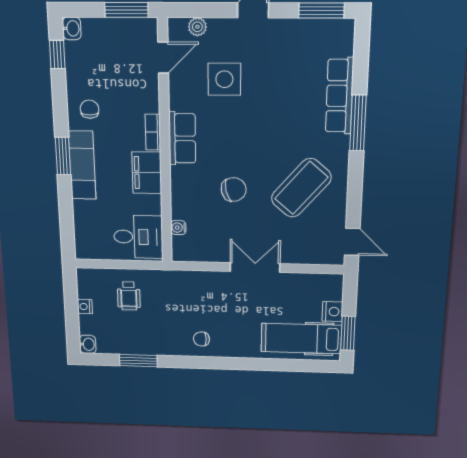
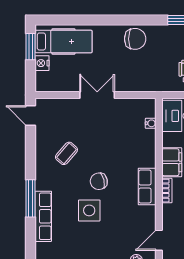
side table: (224, 79) -> (89, 210), moved
coffee table: (301, 188) -> (66, 153), width x0.54, depth x0.58
chair: (234, 189) -> (99, 181), moved
double door: (255, 268) -> (97, 95), swing flipped
chair: (201, 339) -> (135, 39), width x1.87, depth x1.87

